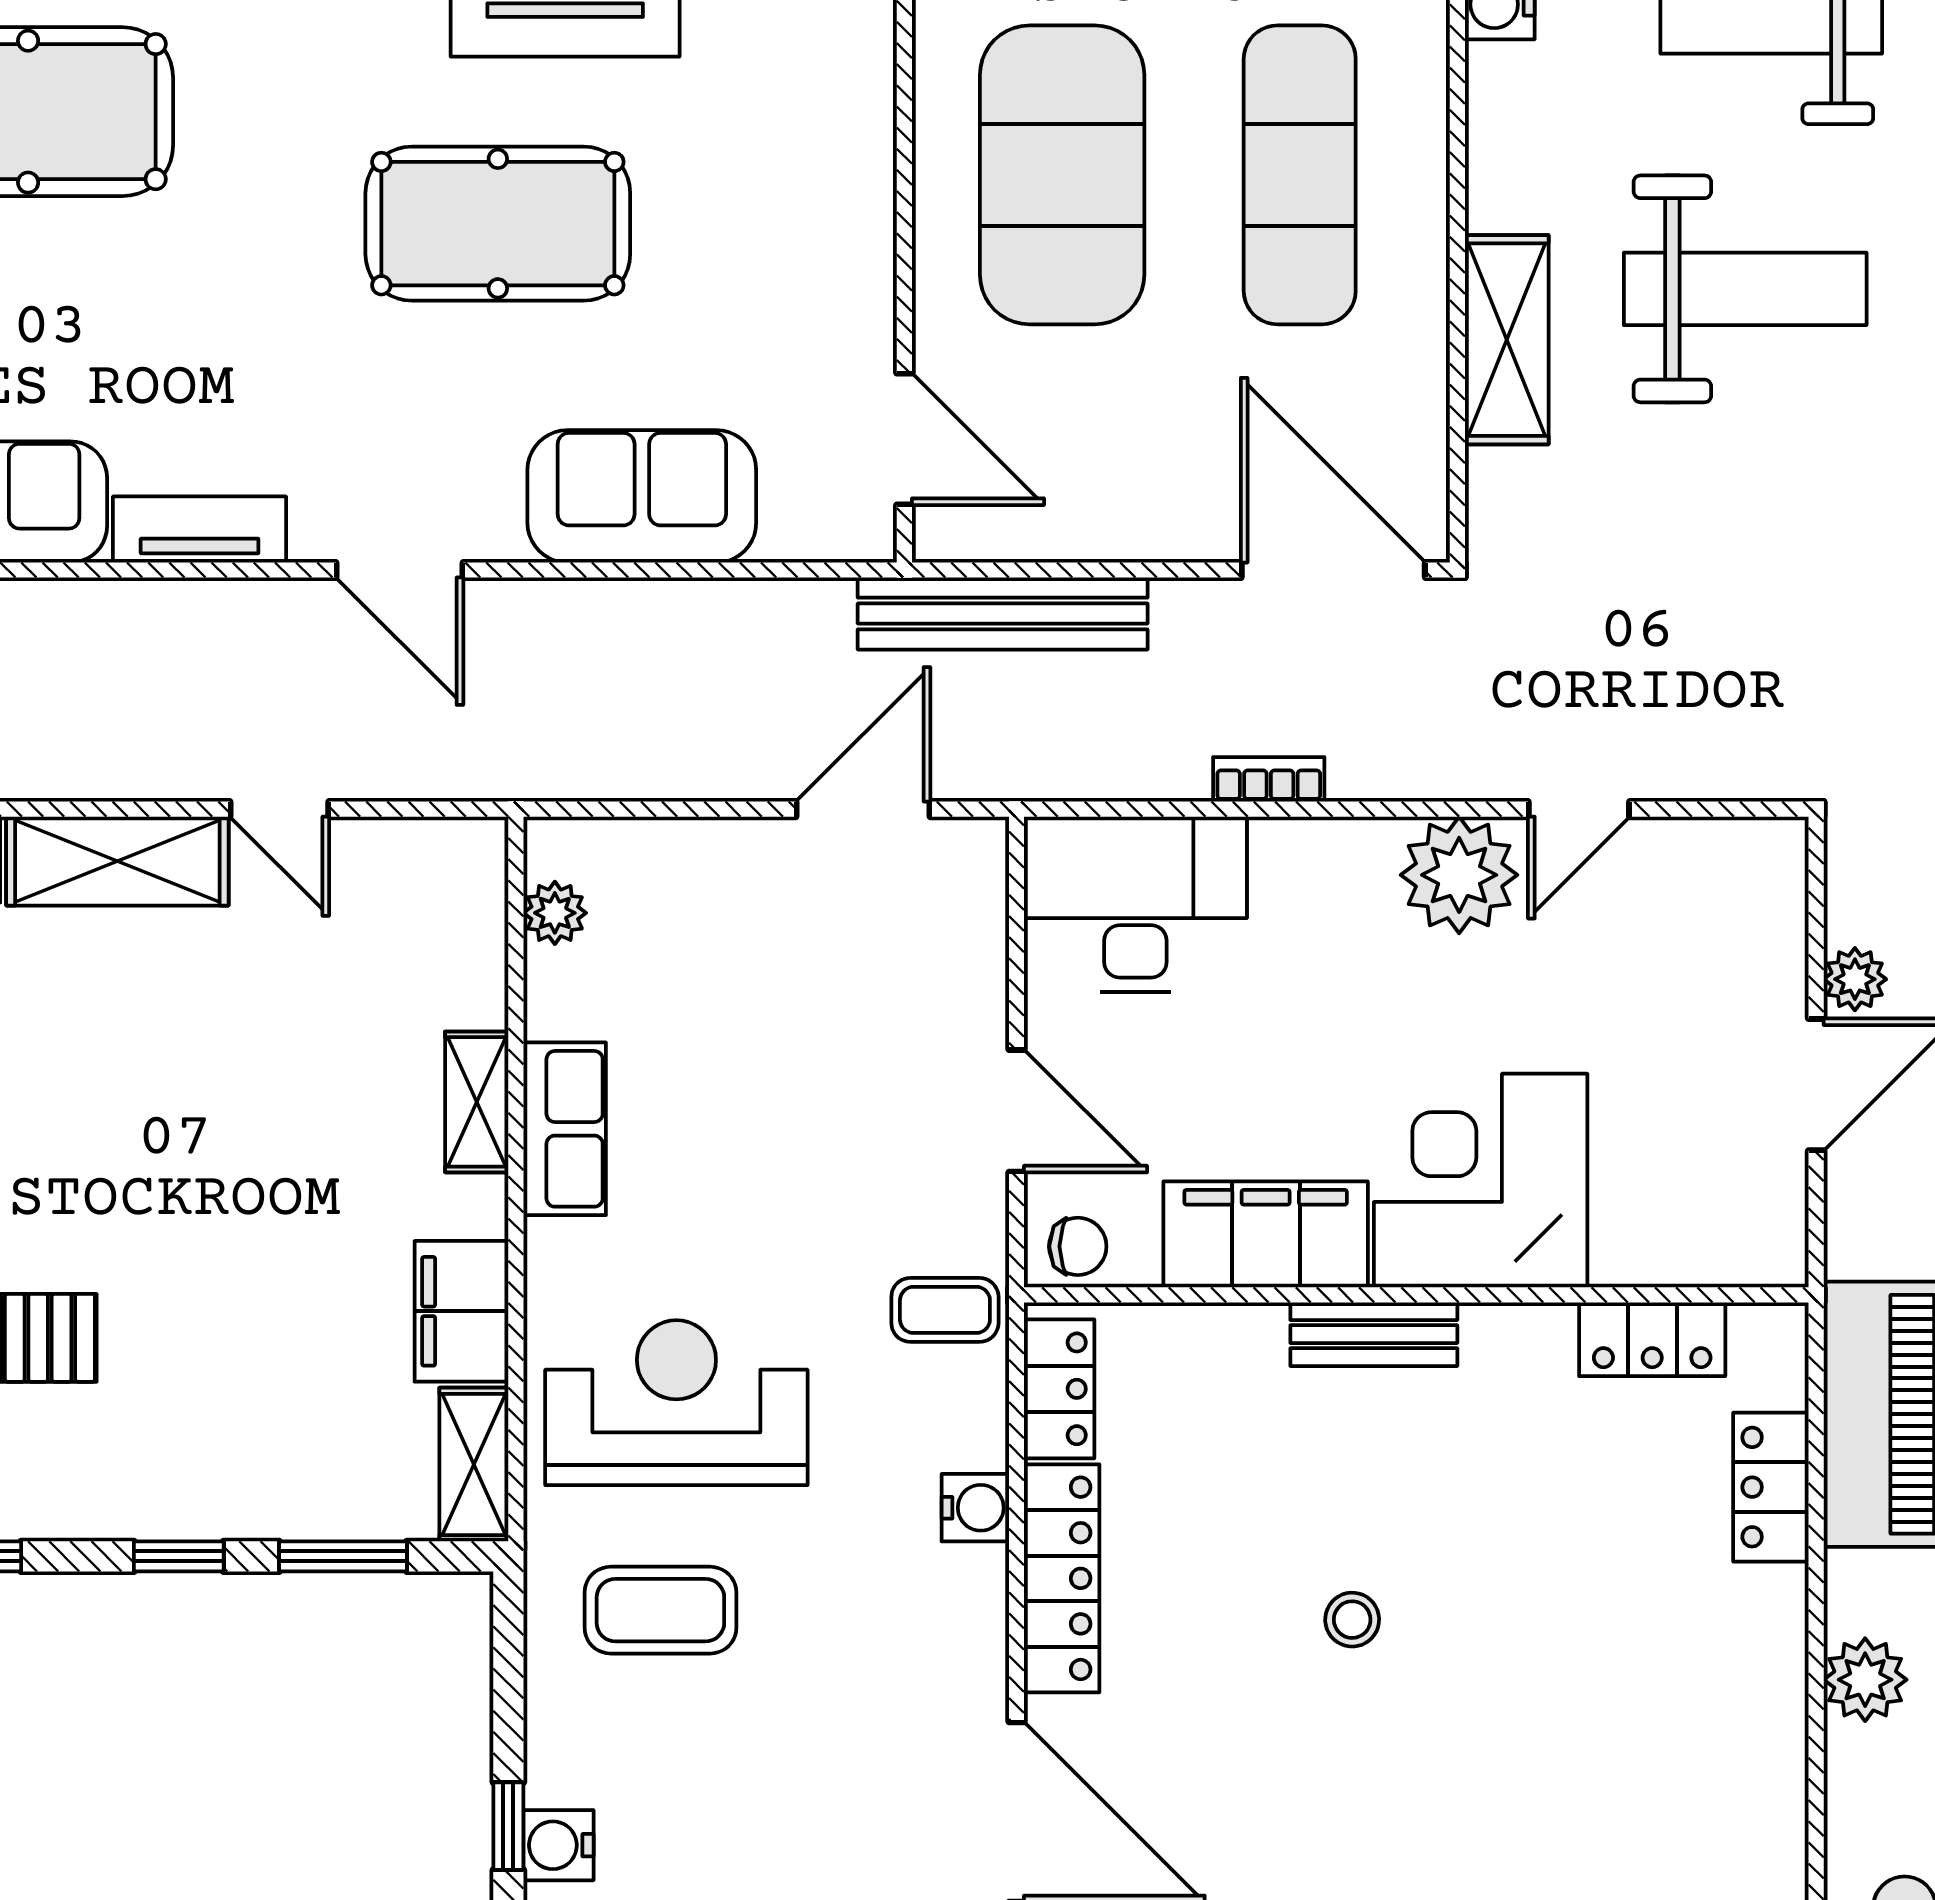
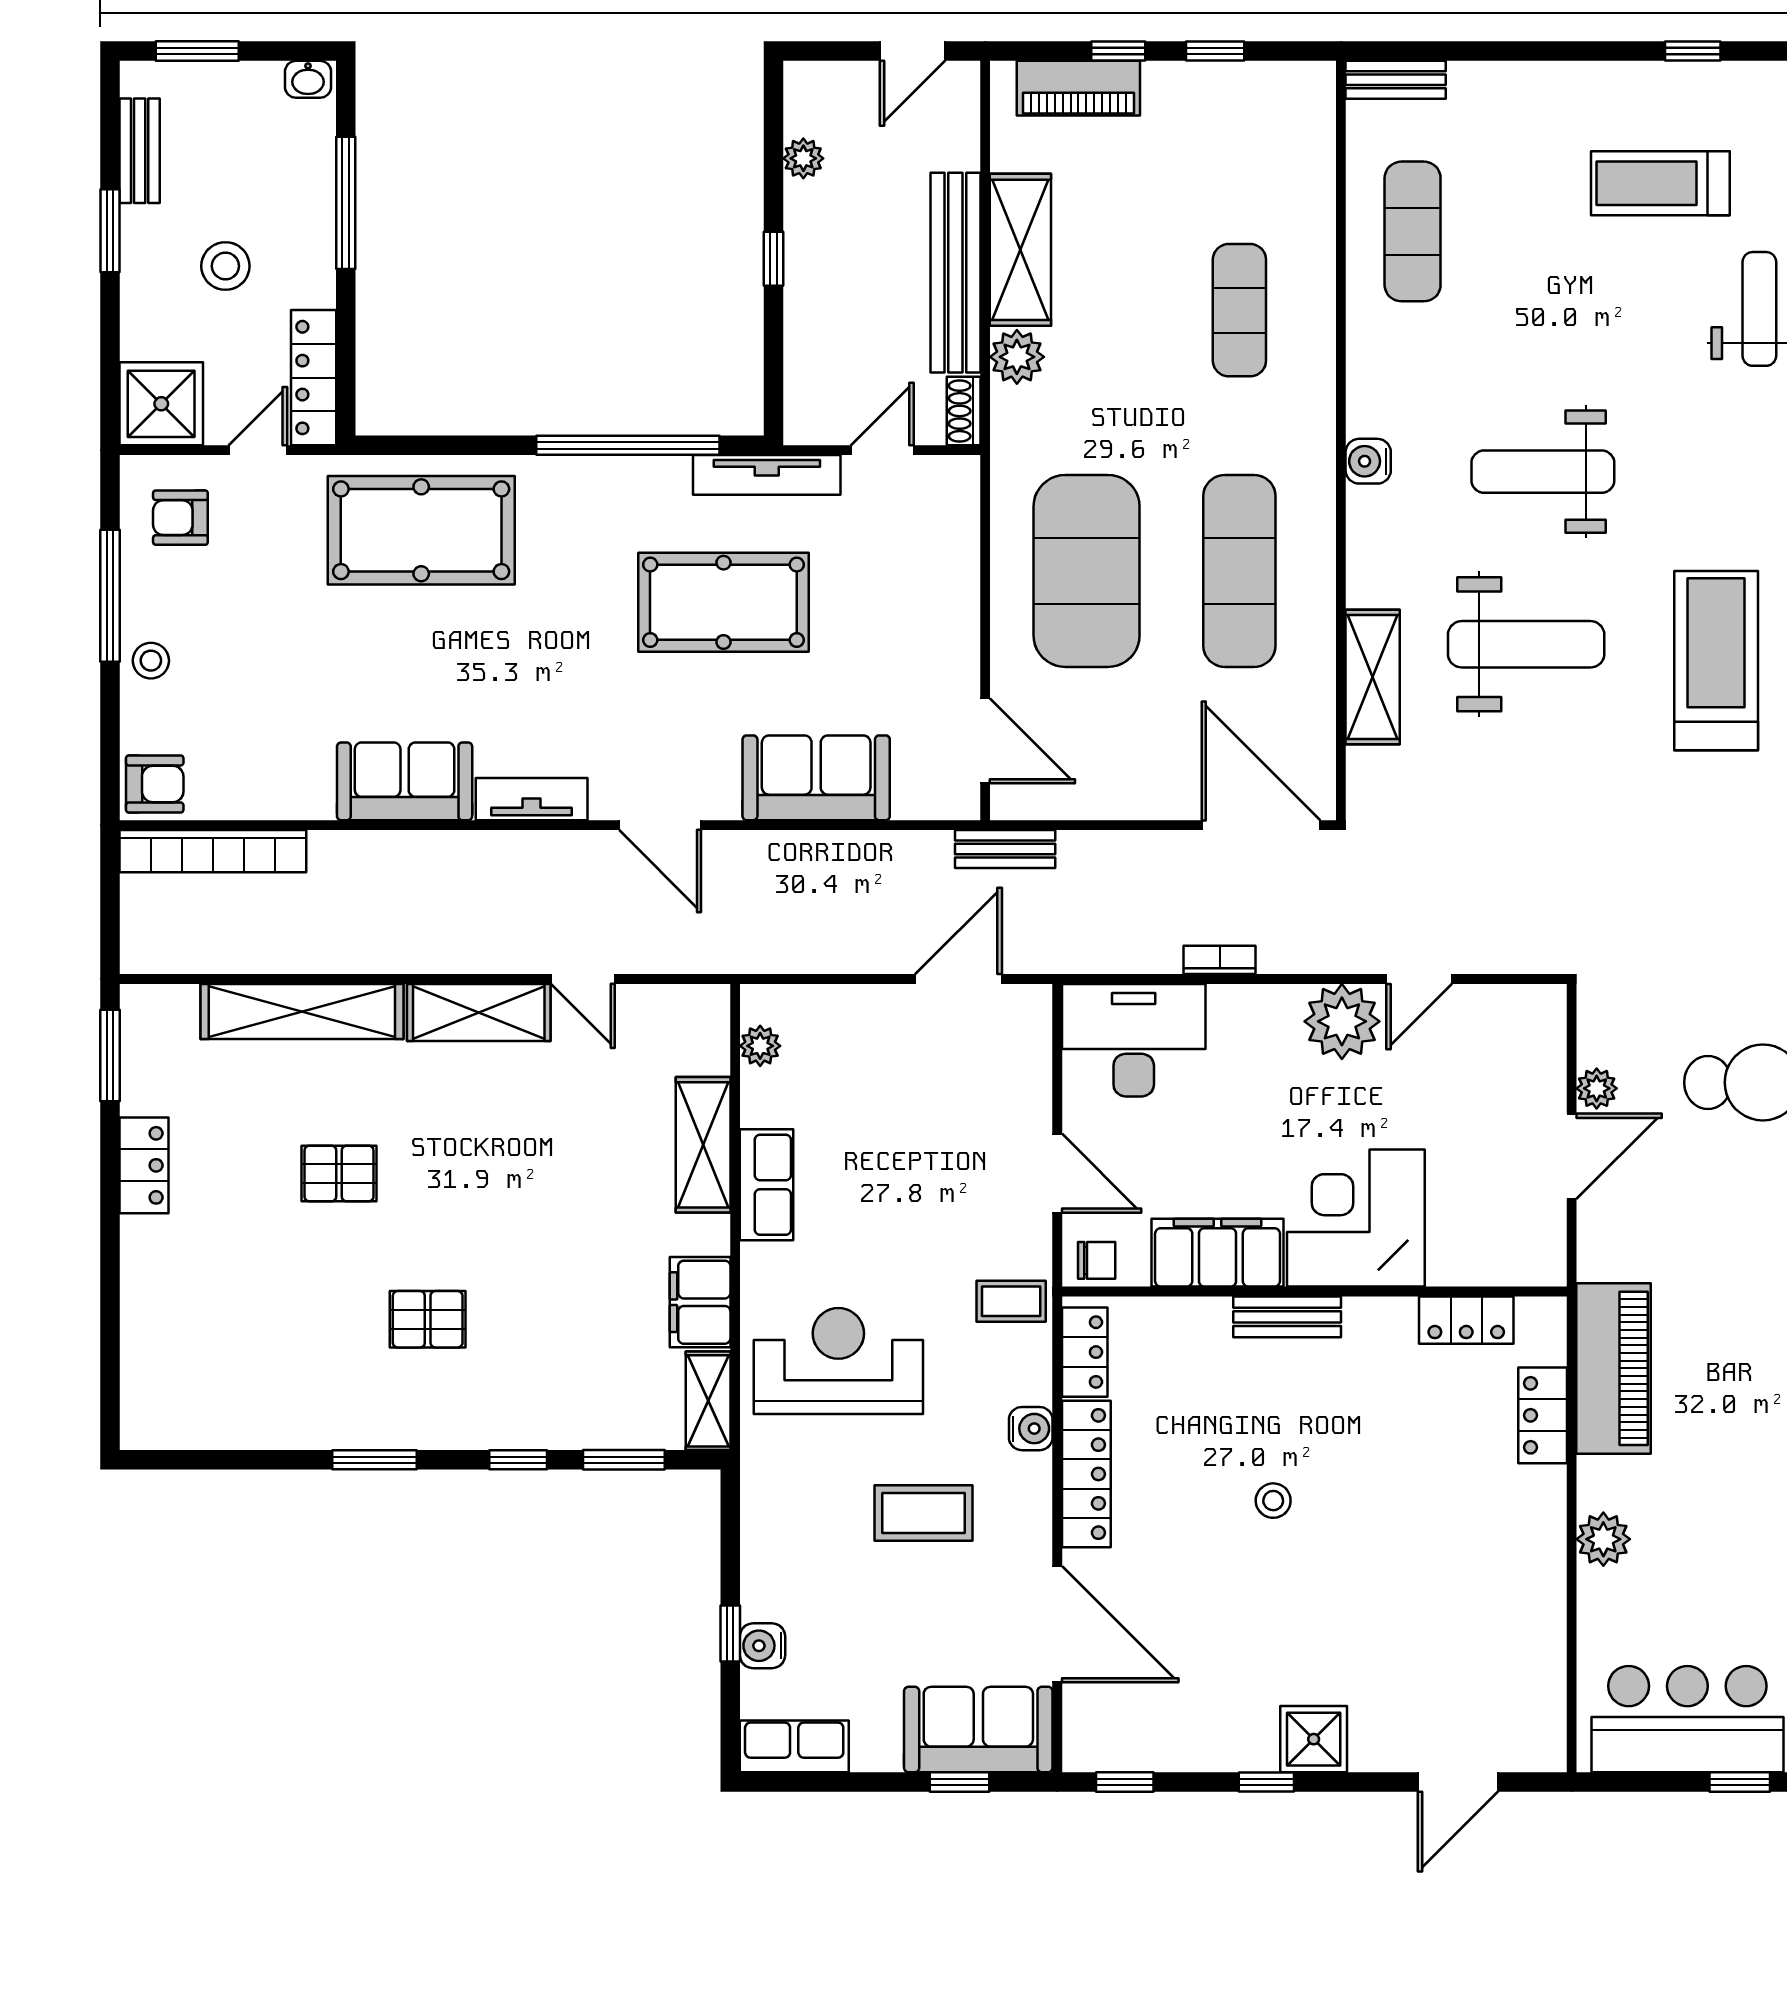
bench: (1003, 614) -> (1005, 849), width x0.54, depth x0.82
shelving: (477, 1102) -> (703, 1145), width x1.50, depth x1.33
coffee table: (660, 1610) -> (923, 1513), moved

